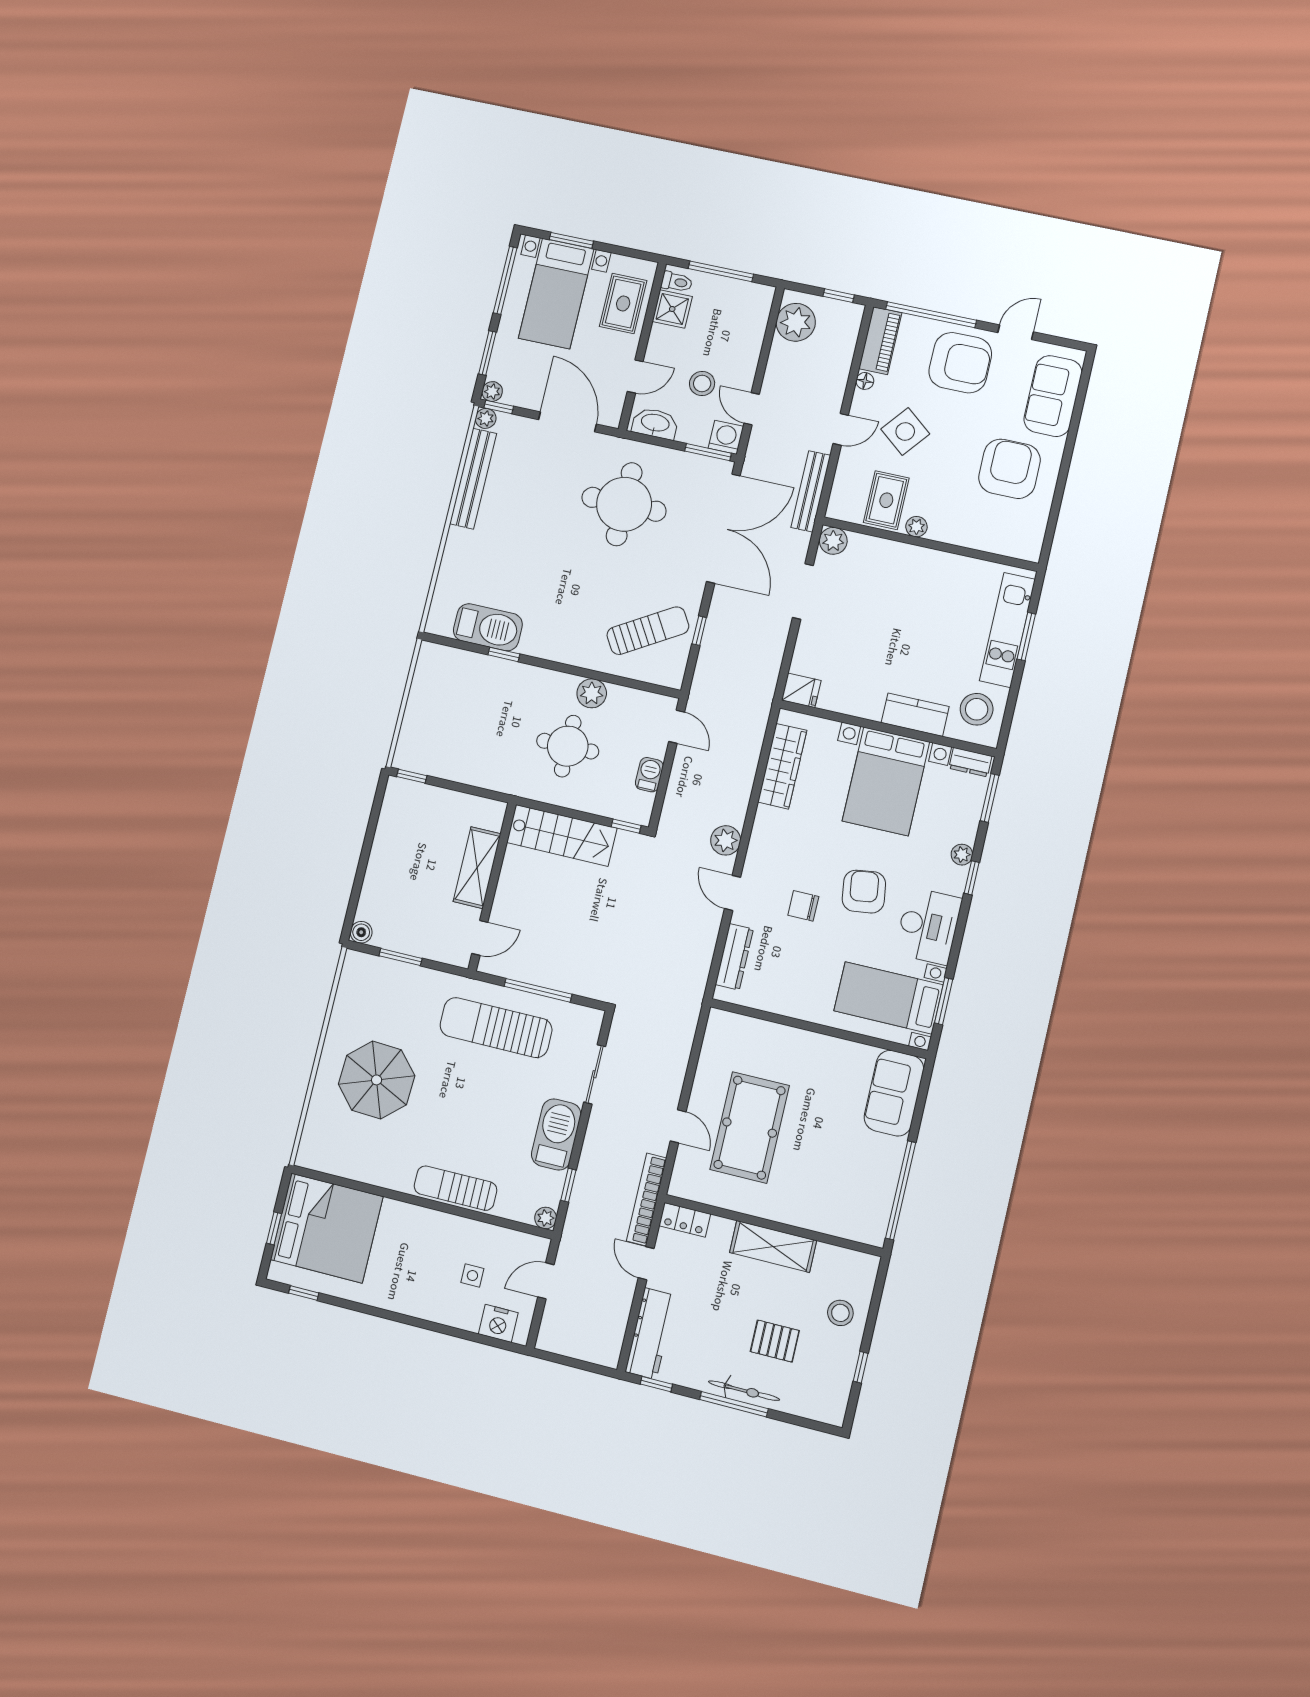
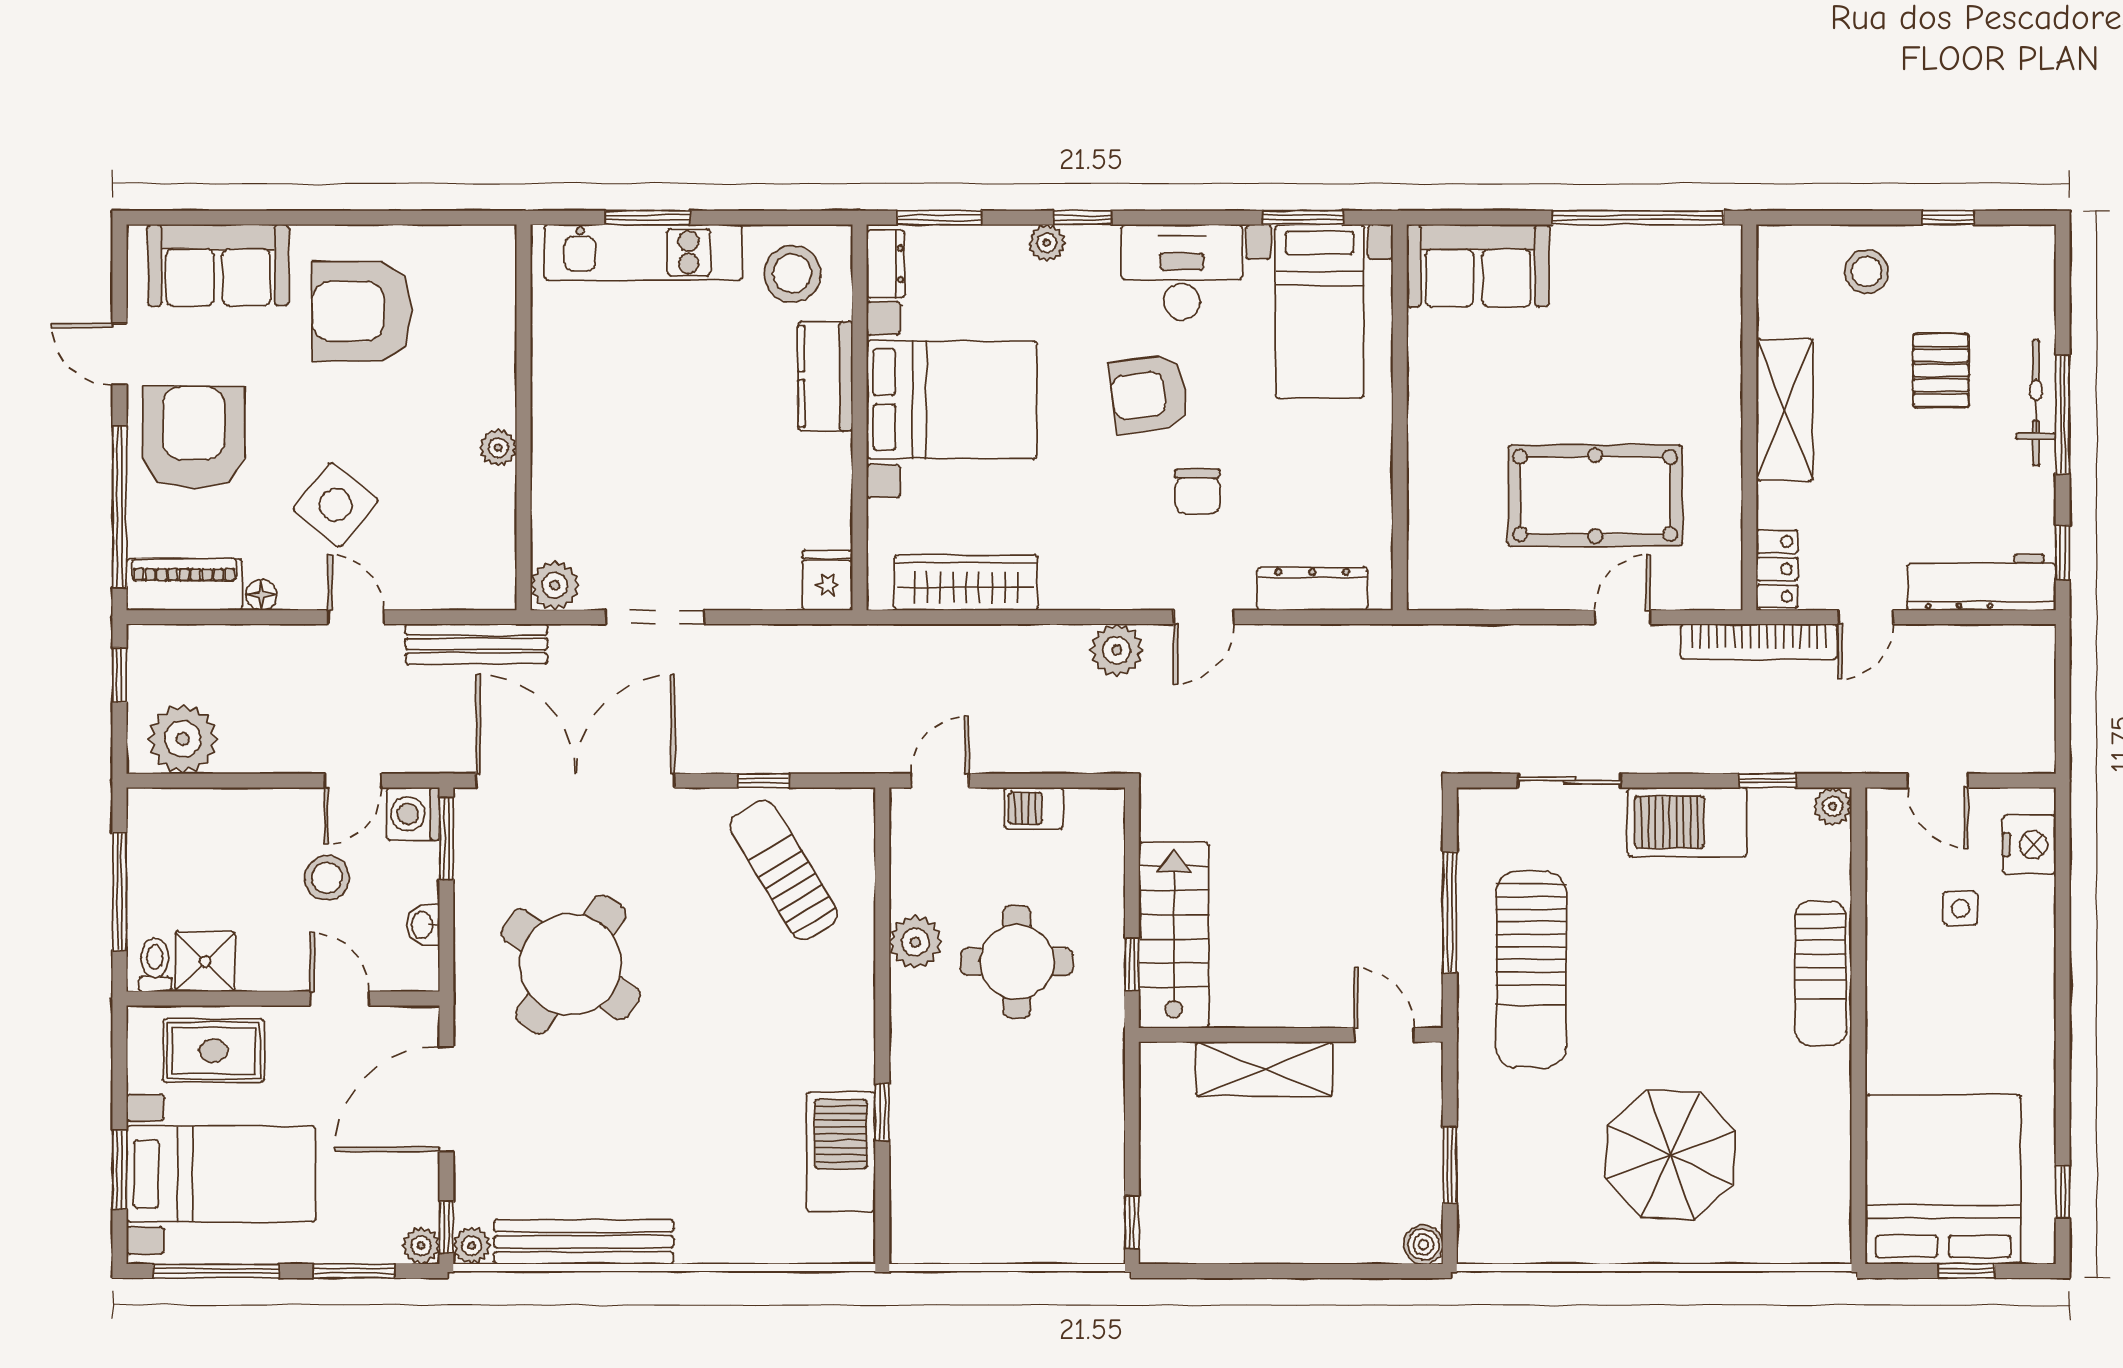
washbasin: (655, 423) -> (423, 925), width x0.52, depth x0.69
rug: (886, 500) -> (463, 510), removed
round table: (624, 504) -> (571, 964), turned 35
window: (626, 826) -> (1132, 964), moved

